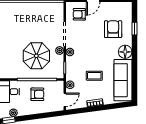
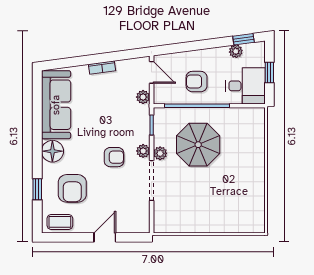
armchair: (79, 14) -> (114, 157), moved
coffee table: (94, 76) -> (60, 222), moved
door: (65, 100) -> (152, 72), swing flipped

